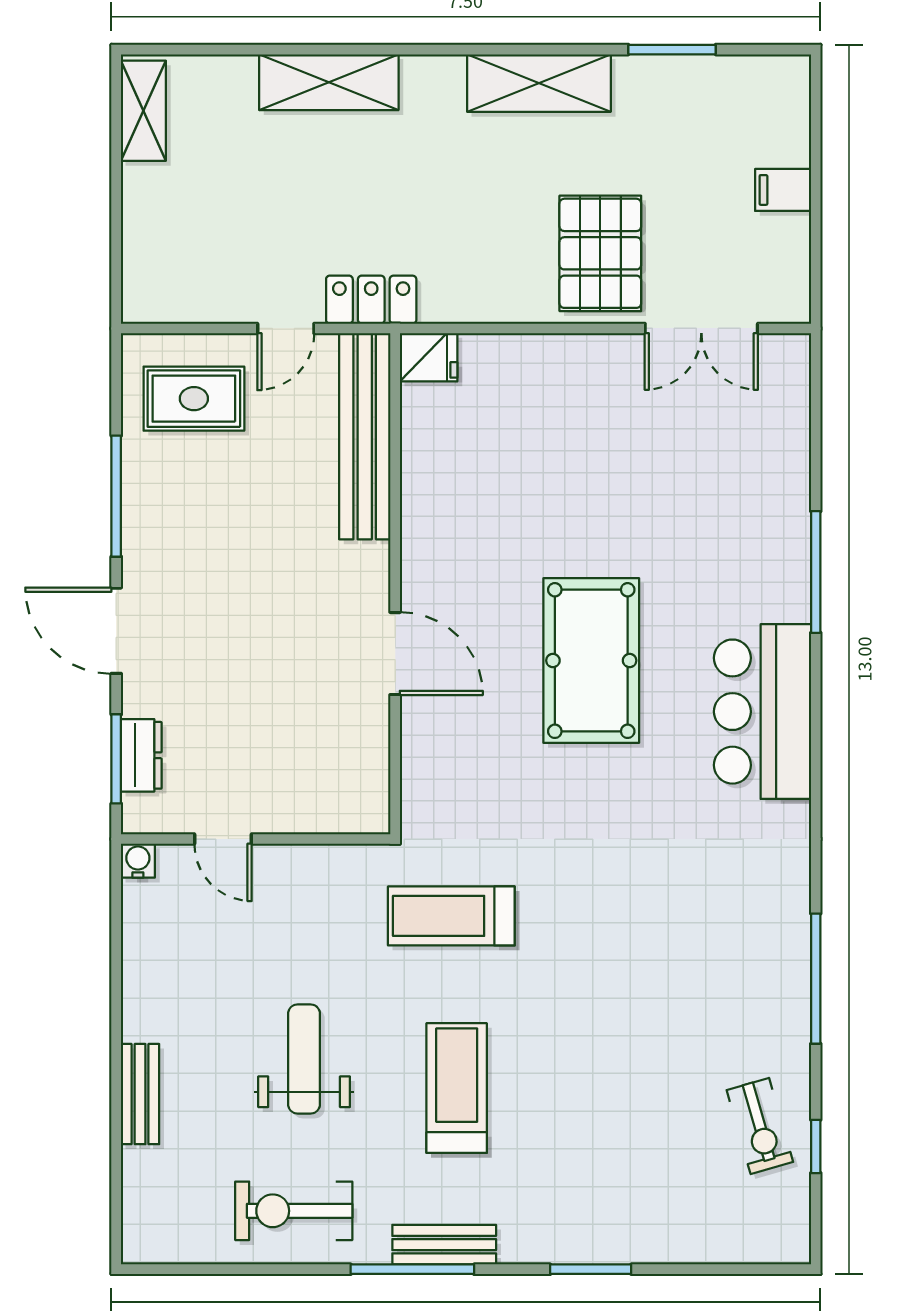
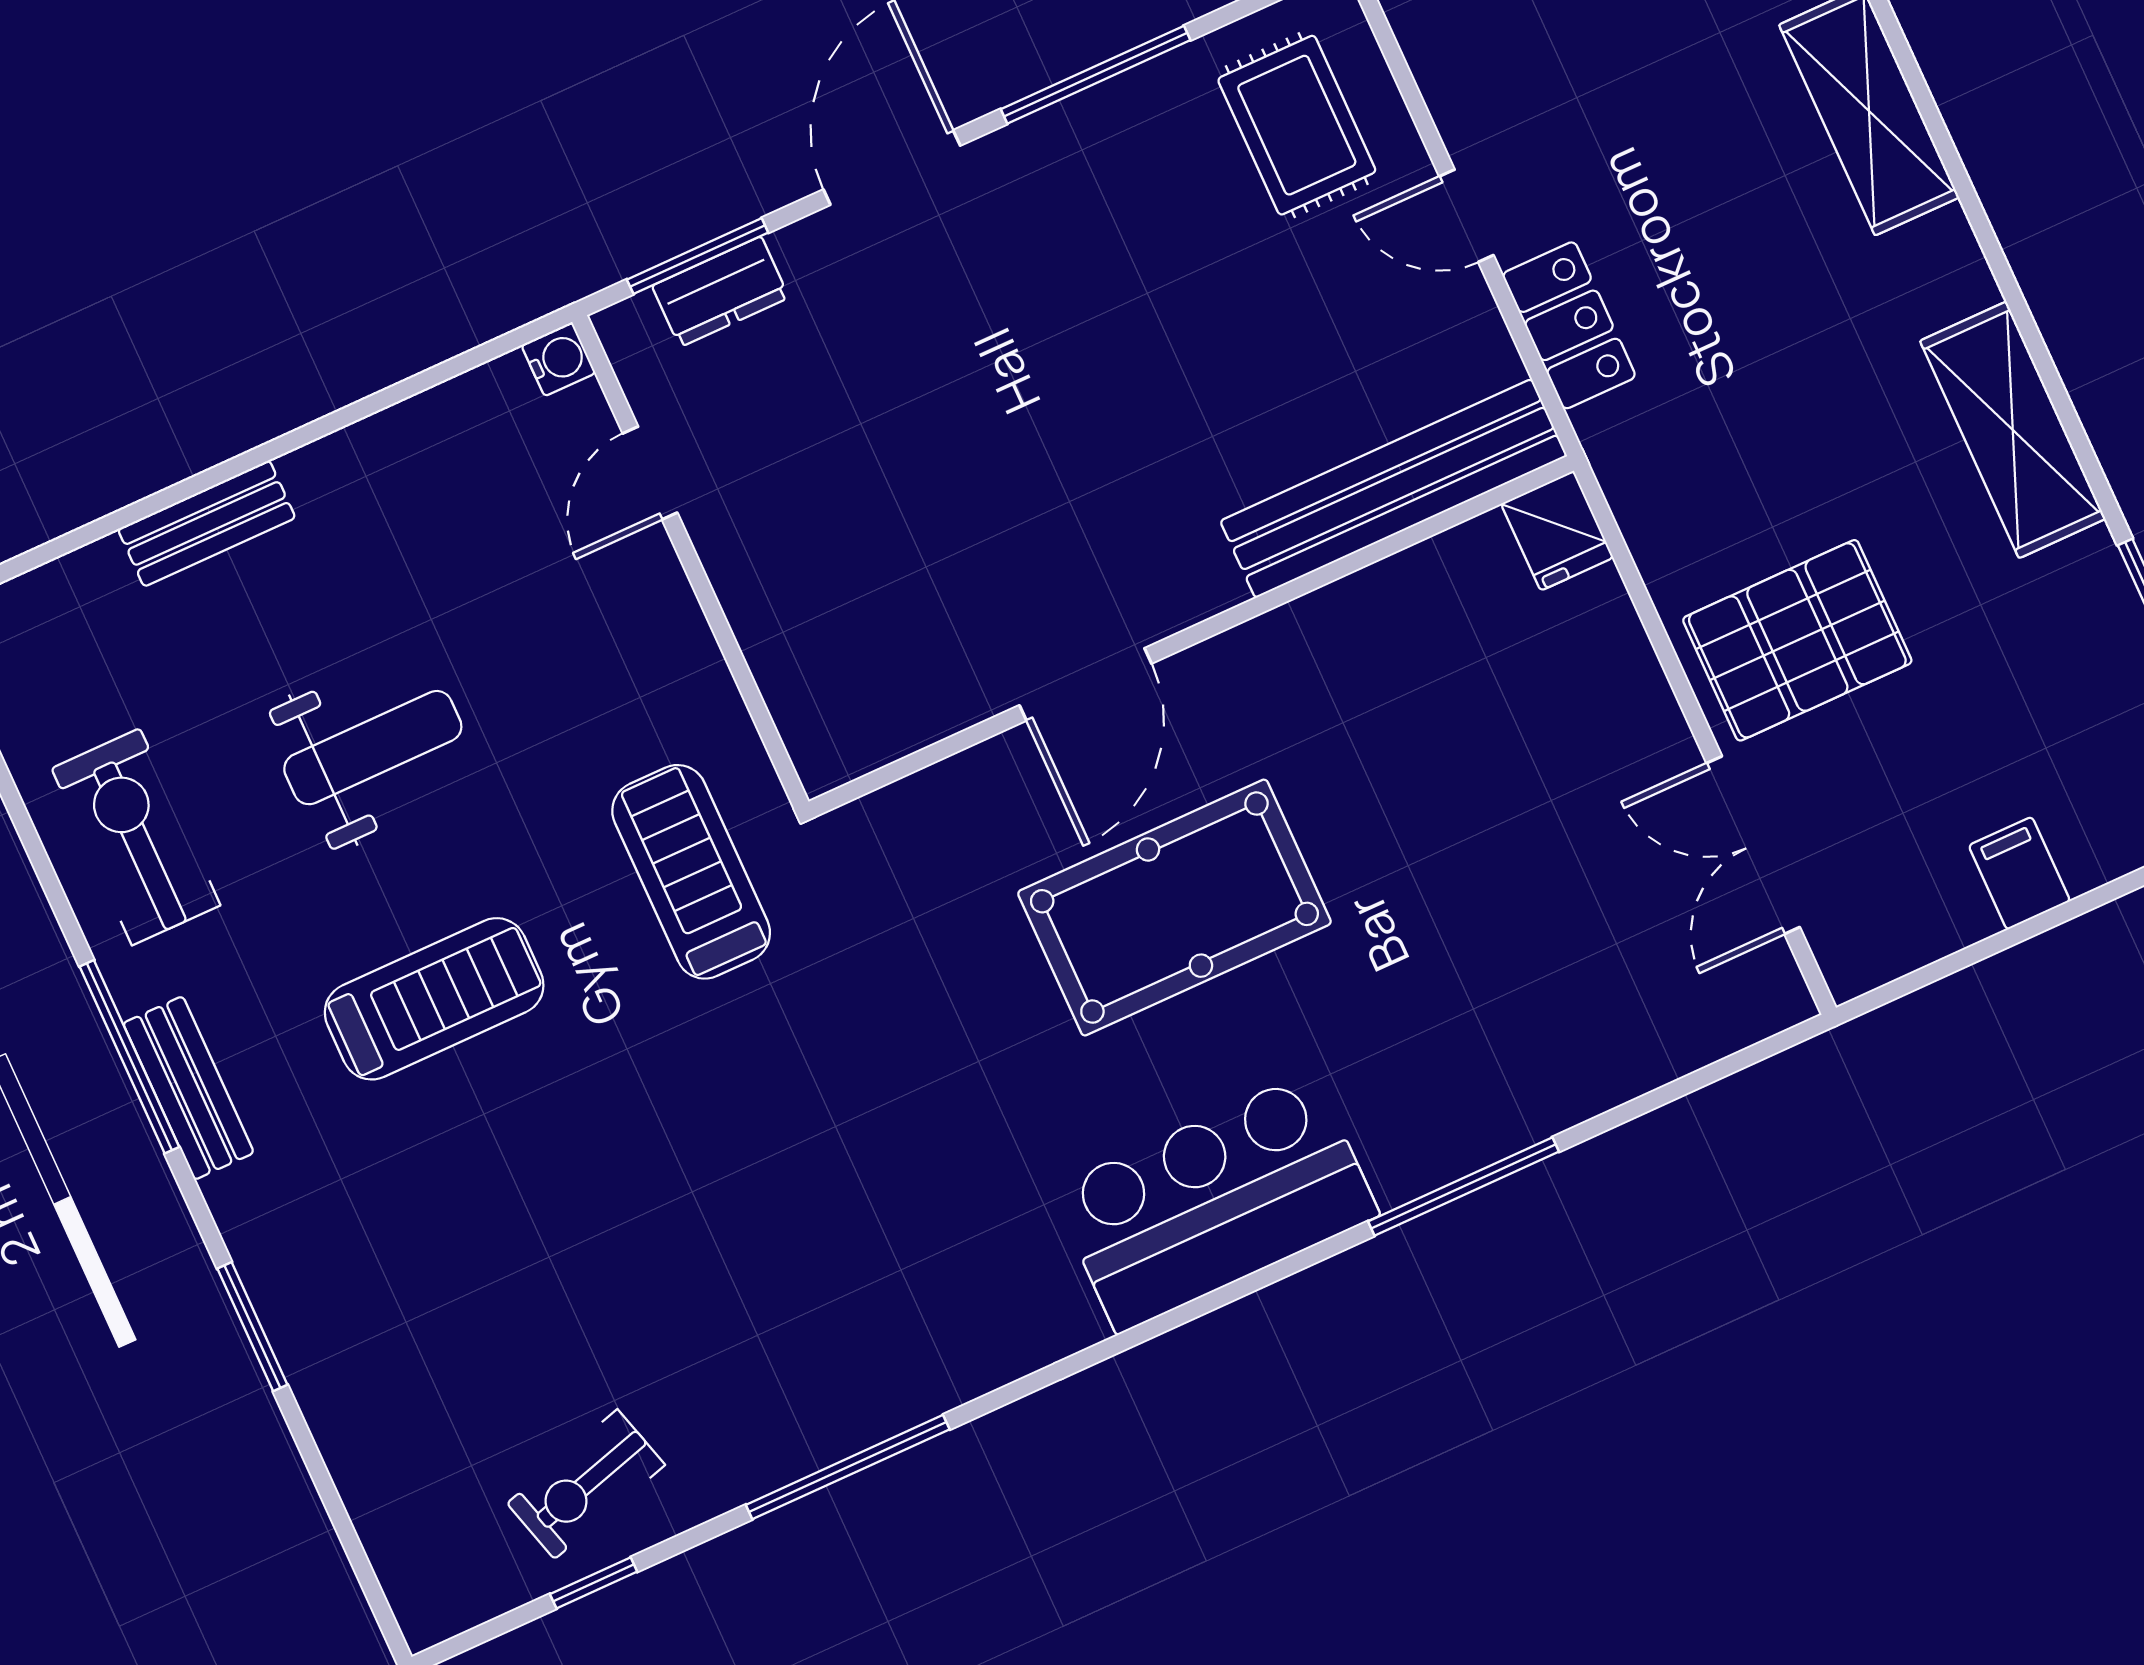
fridge: (429, 357) -> (1557, 531), moved
bench: (365, 436) -> (1394, 488), moved
wall: (395, 584) -> (1191, 636), moved
door: (395, 654) -> (1085, 684), moved

